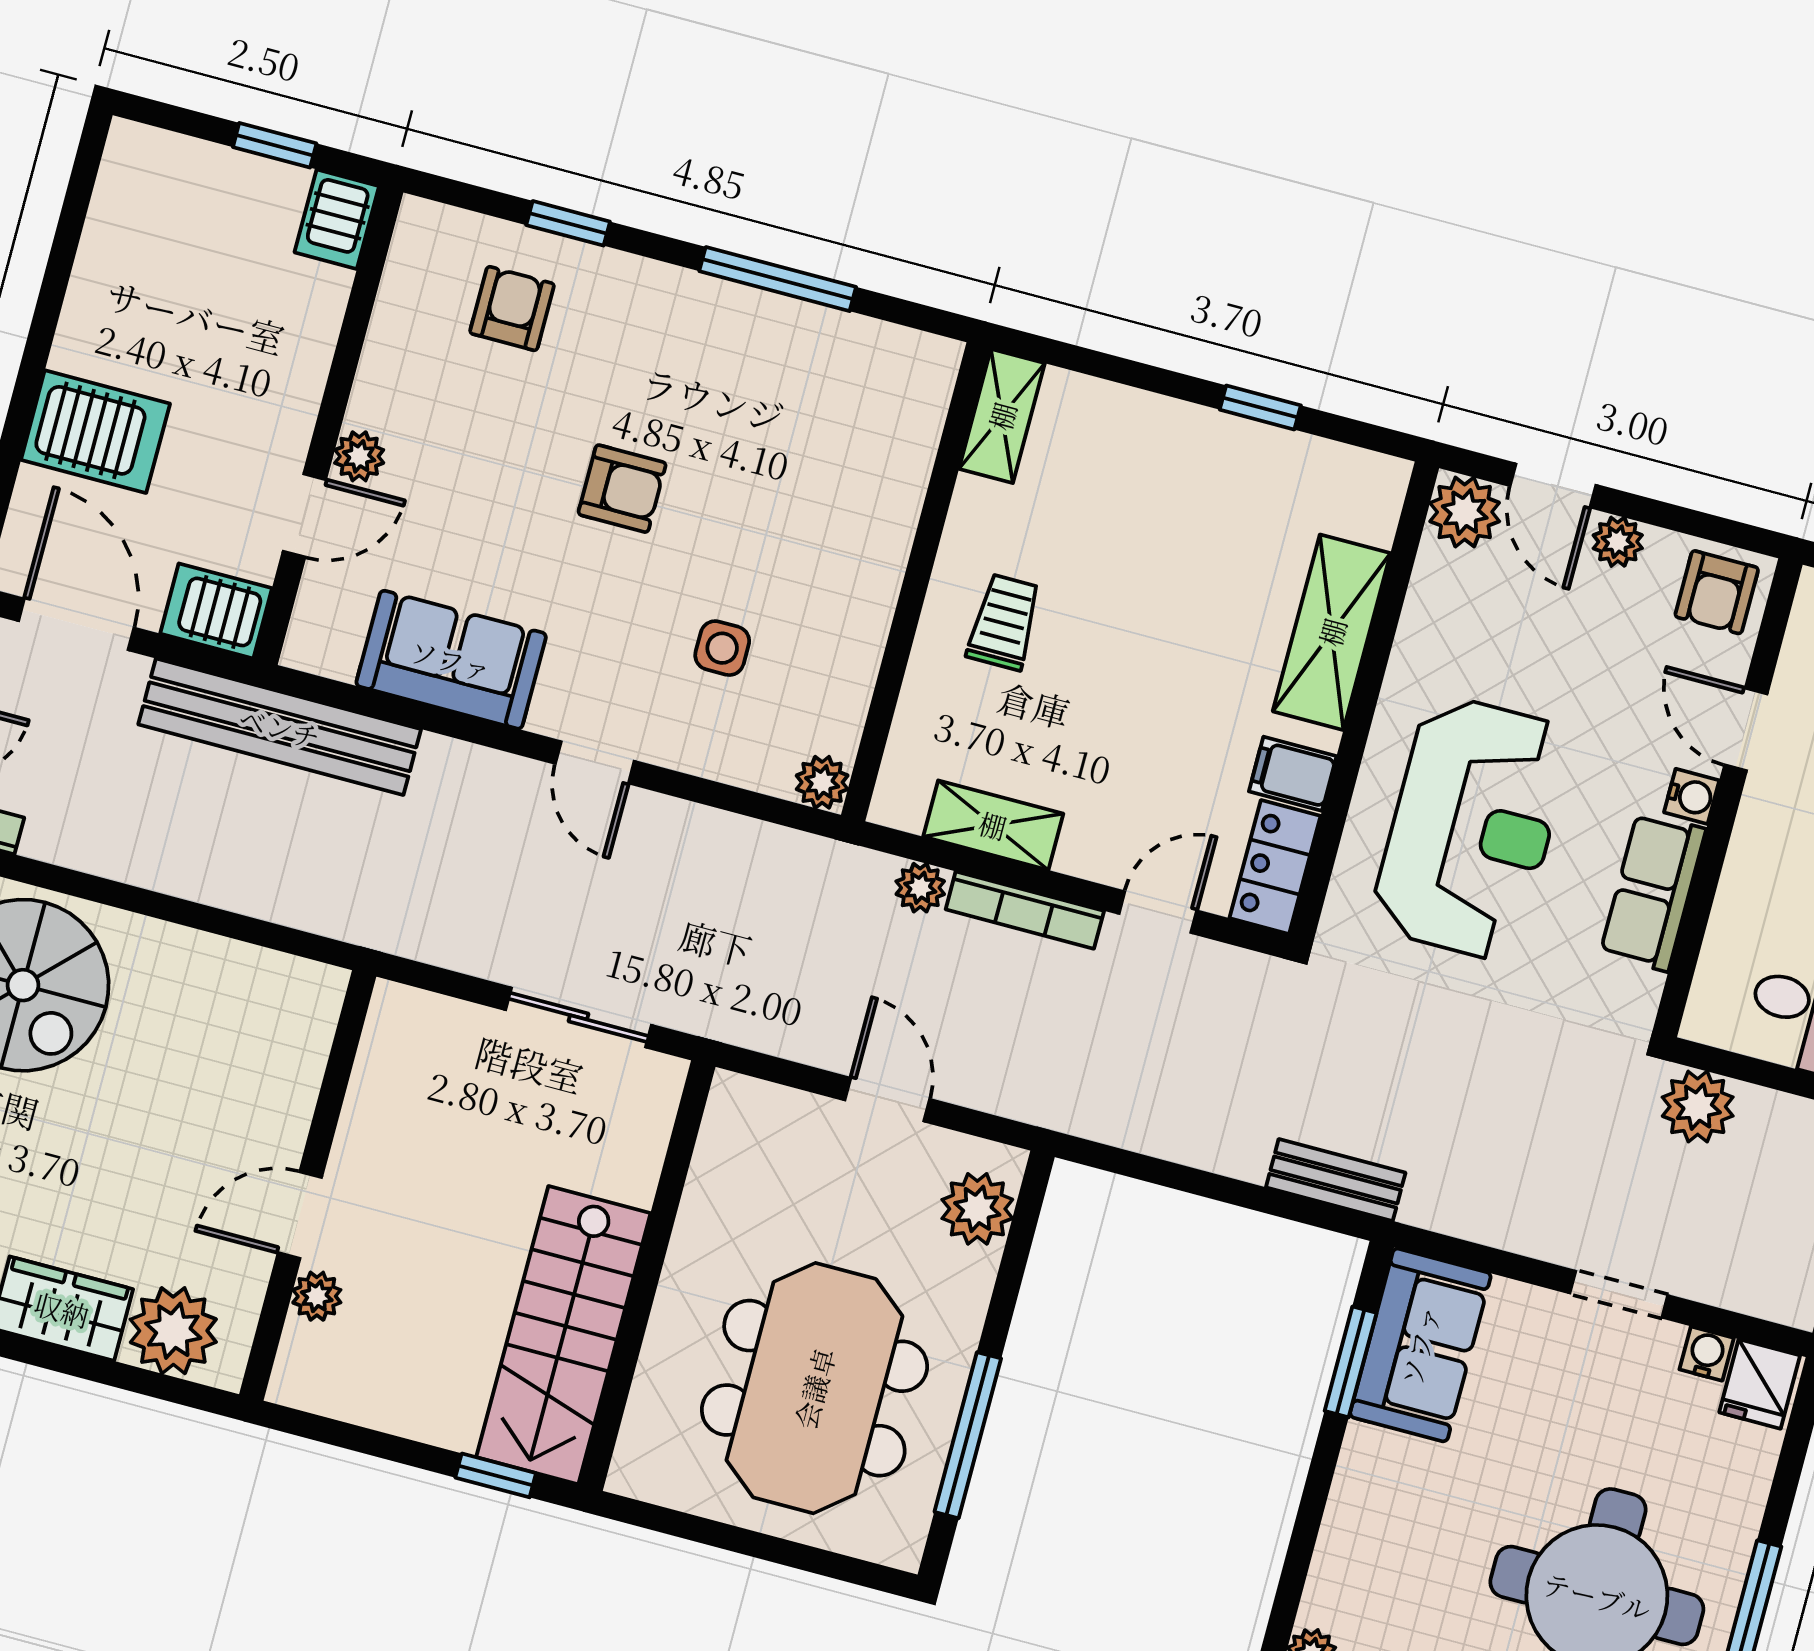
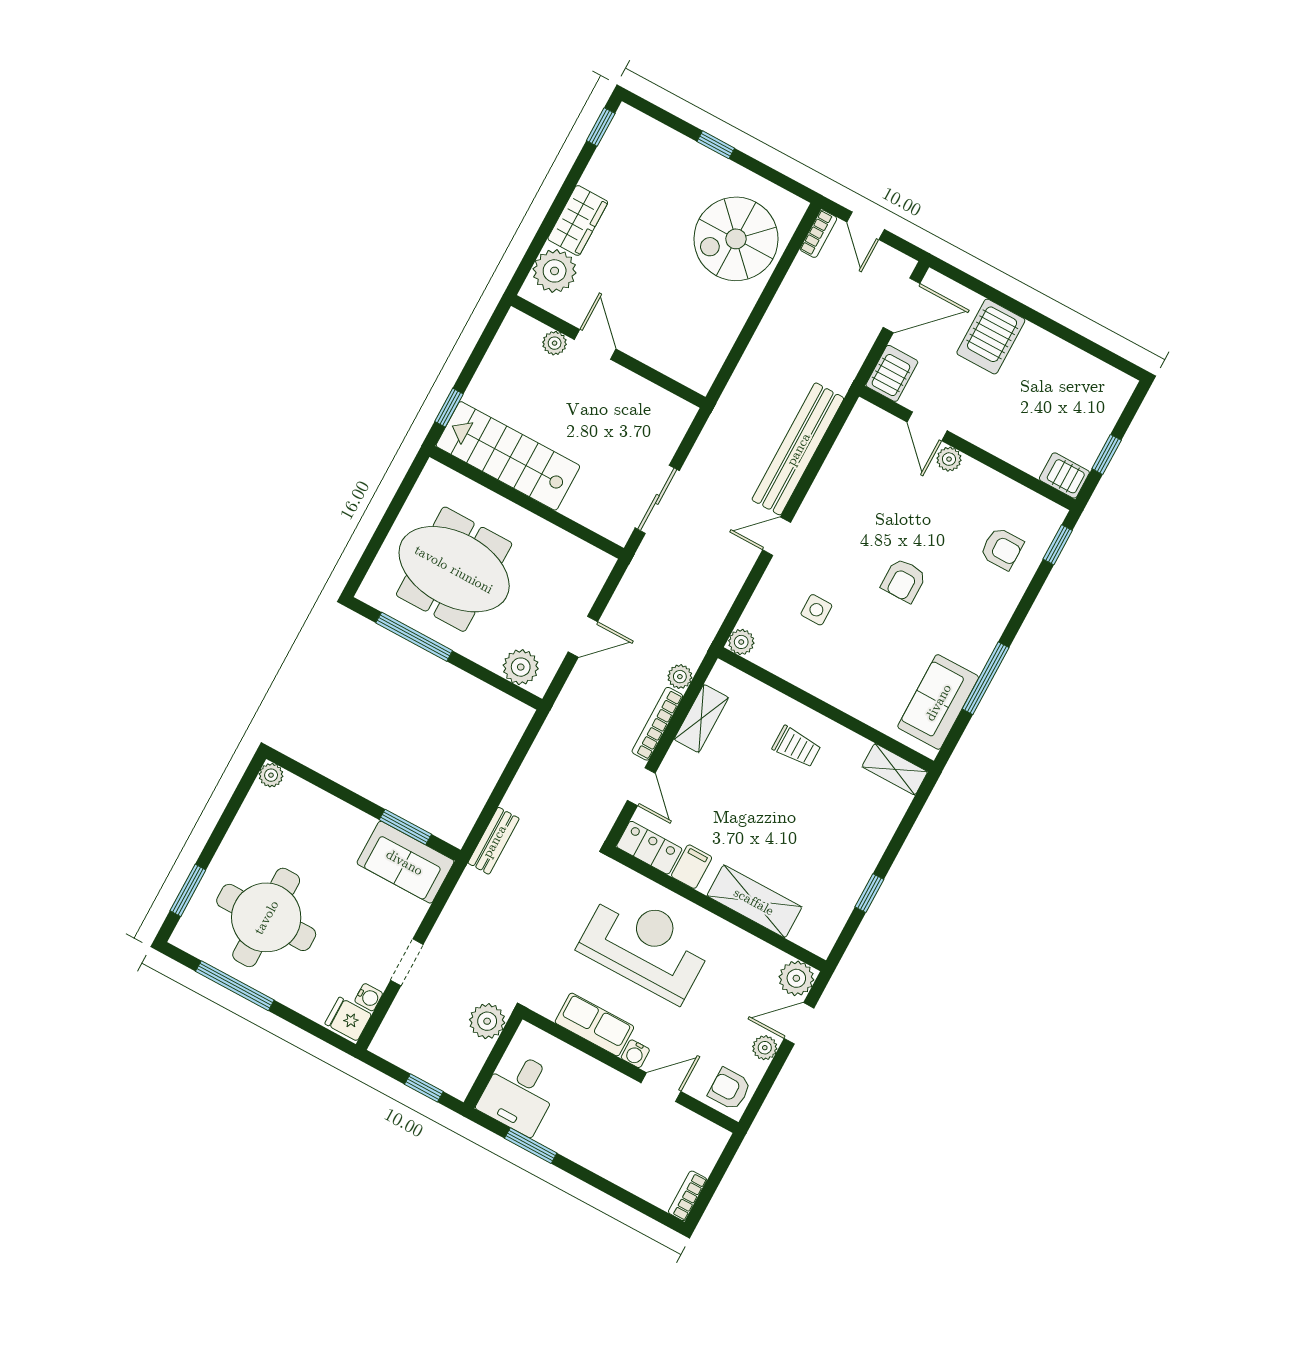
window: (568, 223) -> (1058, 545), moved
sofa: (451, 660) -> (938, 702), moved, turned 180
bench: (280, 727) -> (798, 449), moved
reception desk: (1472, 828) -> (645, 946), turned 180

